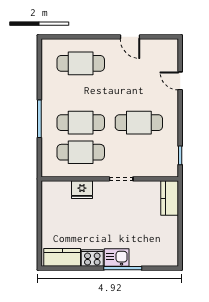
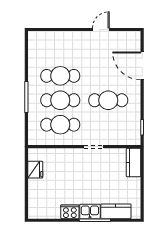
door: (130, 37) -> (101, 30), swing flipped
cafe table: (81, 63) -> (60, 76), moved
door: (180, 81) -> (142, 66), width x1.87
fridge: (82, 190) -> (35, 170), moved, turned -90
kitchen counter: (62, 257) -> (116, 211), moved

